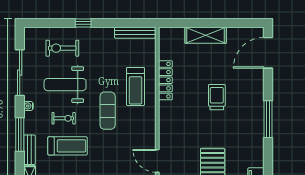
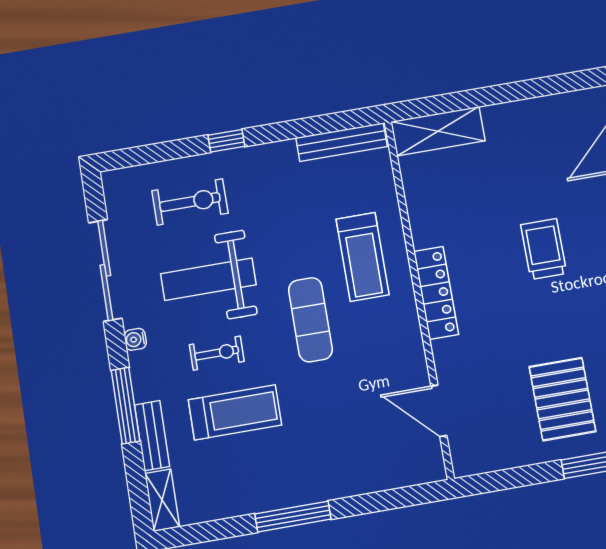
shelving: (206, 35) -> (438, 131), moved
exercise bike: (62, 48) -> (190, 202), turned 180
locker: (165, 80) -> (436, 293), moved

